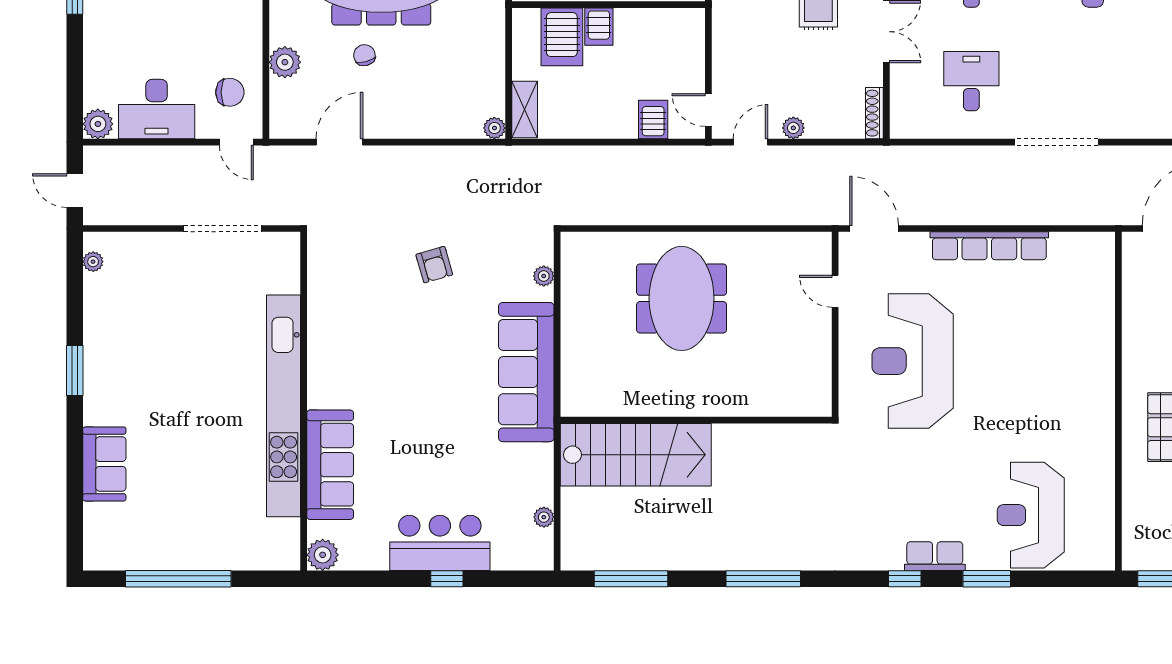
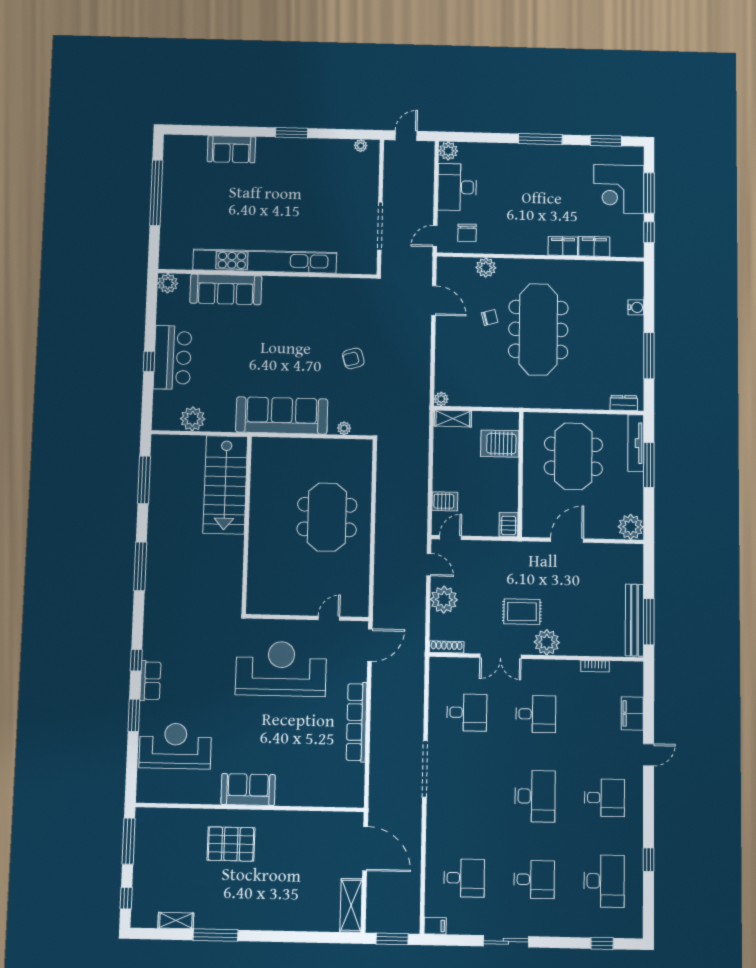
server rack: (599, 27) -> (509, 524), moved, turned 90
plant: (793, 128) -> (444, 600), width x1.88, depth x1.88
meeting table: (682, 298) -> (327, 517), turned 90
sofa: (1092, 405) -> (248, 789), added
plant: (544, 517) -> (193, 419), width x1.88, depth x1.88

